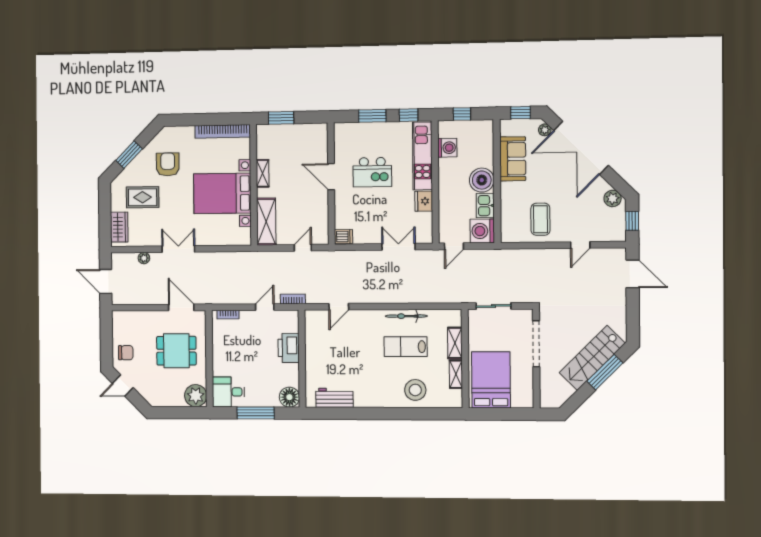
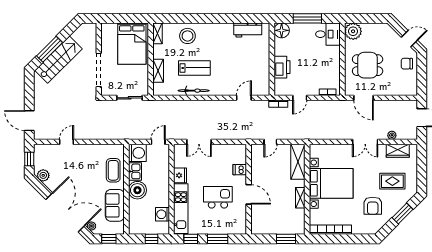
coffee table: (540, 219) -> (113, 170), moved
wardrobe: (119, 227) -> (398, 151), moved, turned -90
dishwasher: (344, 237) -> (240, 170), moved
shelving: (456, 374) -> (157, 33), moved

